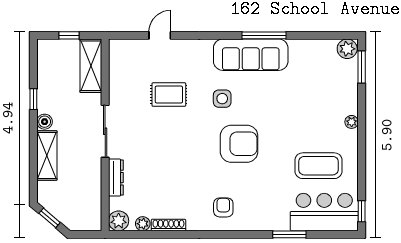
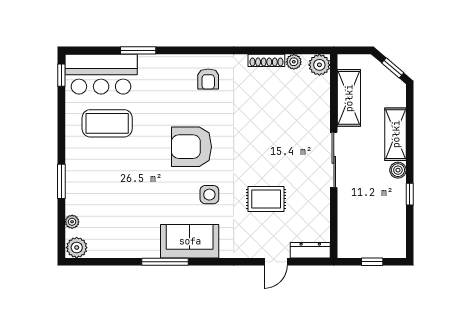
sofa: (251, 55) -> (190, 241), width x0.73
shelving: (91, 66) -> (349, 98), moved
window: (362, 67) -> (61, 181), moved
plant: (352, 122) -> (72, 222), moved
dresser: (116, 178) -> (310, 250), moved, turned 90

